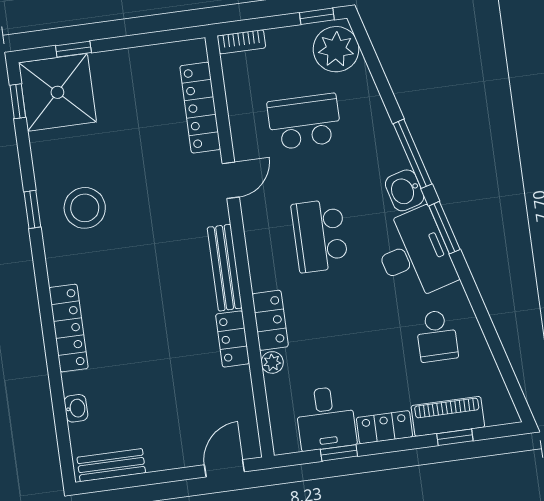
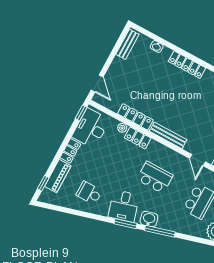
desk: (414, 254) -> (124, 206), width x0.73
locker: (233, 339) -> (135, 117), width x1.53
desk: (326, 418) -> (91, 128), width x1.37
window: (455, 437) -> (43, 183), moved
window: (339, 453) -> (81, 113), moved

